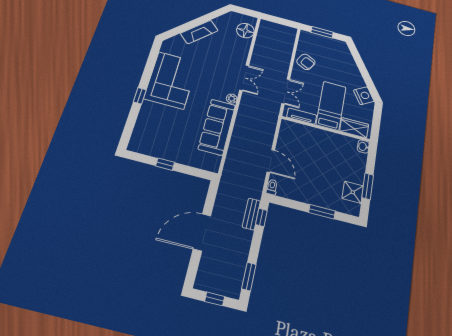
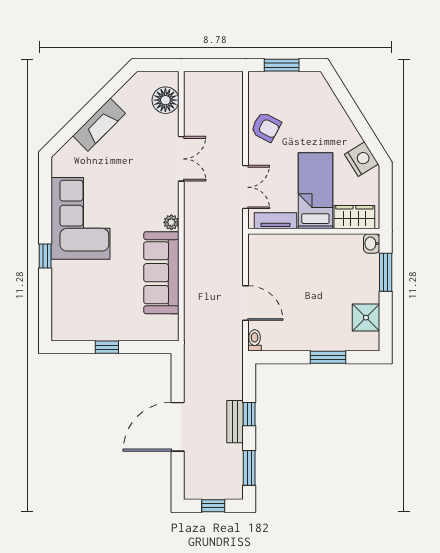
double door: (244, 78) -> (181, 159), moved
window: (368, 186) -> (386, 272), moved
bench: (251, 214) -> (235, 422), moved
window: (261, 218) -> (249, 414), moved

